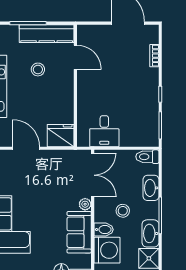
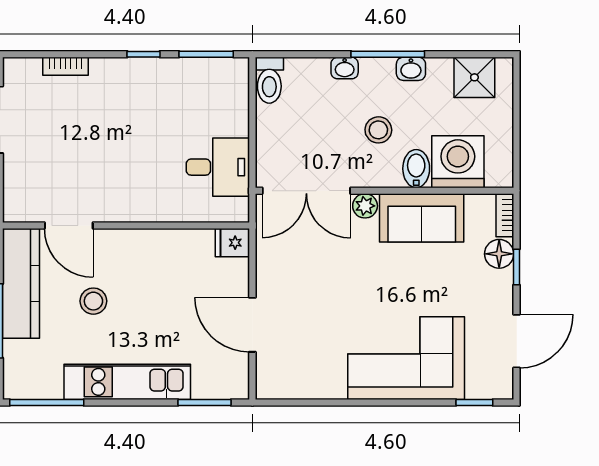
door: (75, 57) -> (69, 225), swing flipped
fridge: (61, 136) -> (232, 243), width x0.53, depth x0.75
door: (26, 148) -> (252, 325), hinge flipped
double door: (93, 175) -> (306, 191), swing flipped
washbasin: (151, 188) -> (345, 68), width x0.52, depth x0.69
washbasin: (150, 233) -> (411, 69), width x0.52, depth x0.69

